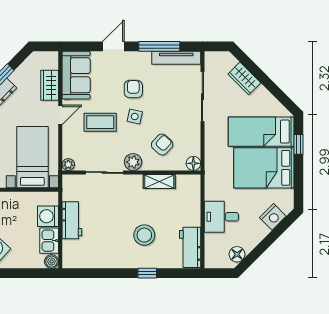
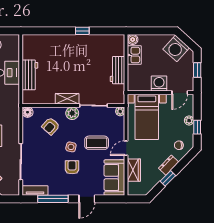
tv unit: (176, 58) -> (35, 190), width x0.71
armchair: (133, 89) -> (72, 167), turned 180
shelving: (159, 182) -> (67, 99), moved
washing machine: (48, 216) -> (159, 84), moved, turned -90
stool: (144, 235) -> (64, 59), removed
workbench: (190, 247) -> (30, 75), moved
window: (147, 273) -> (82, 31), moved

